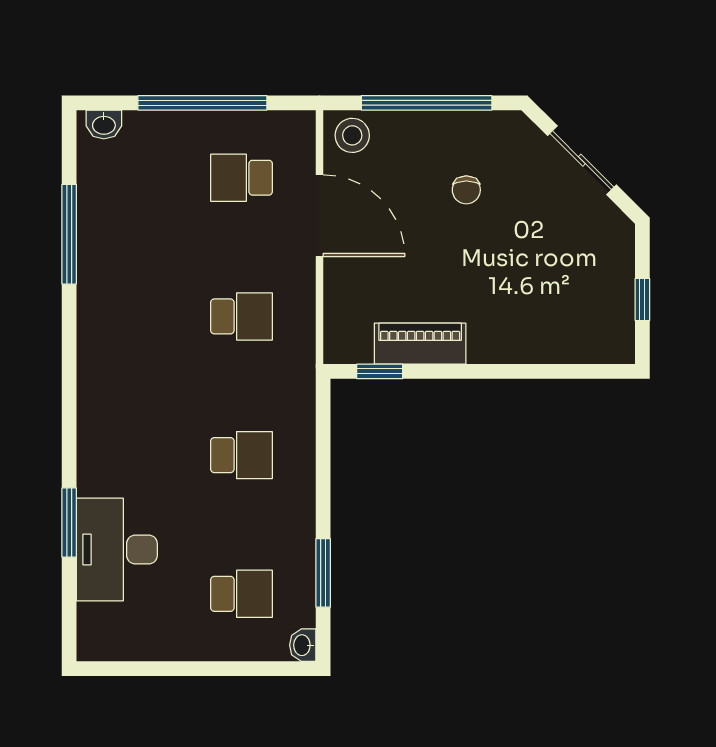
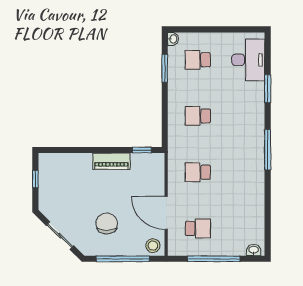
chair: (466, 190) -> (107, 223), width x1.87, depth x1.87
window: (69, 234) -> (268, 150), moved
piano: (420, 344) -> (111, 161), moved
desk: (117, 549) -> (248, 60), moved

